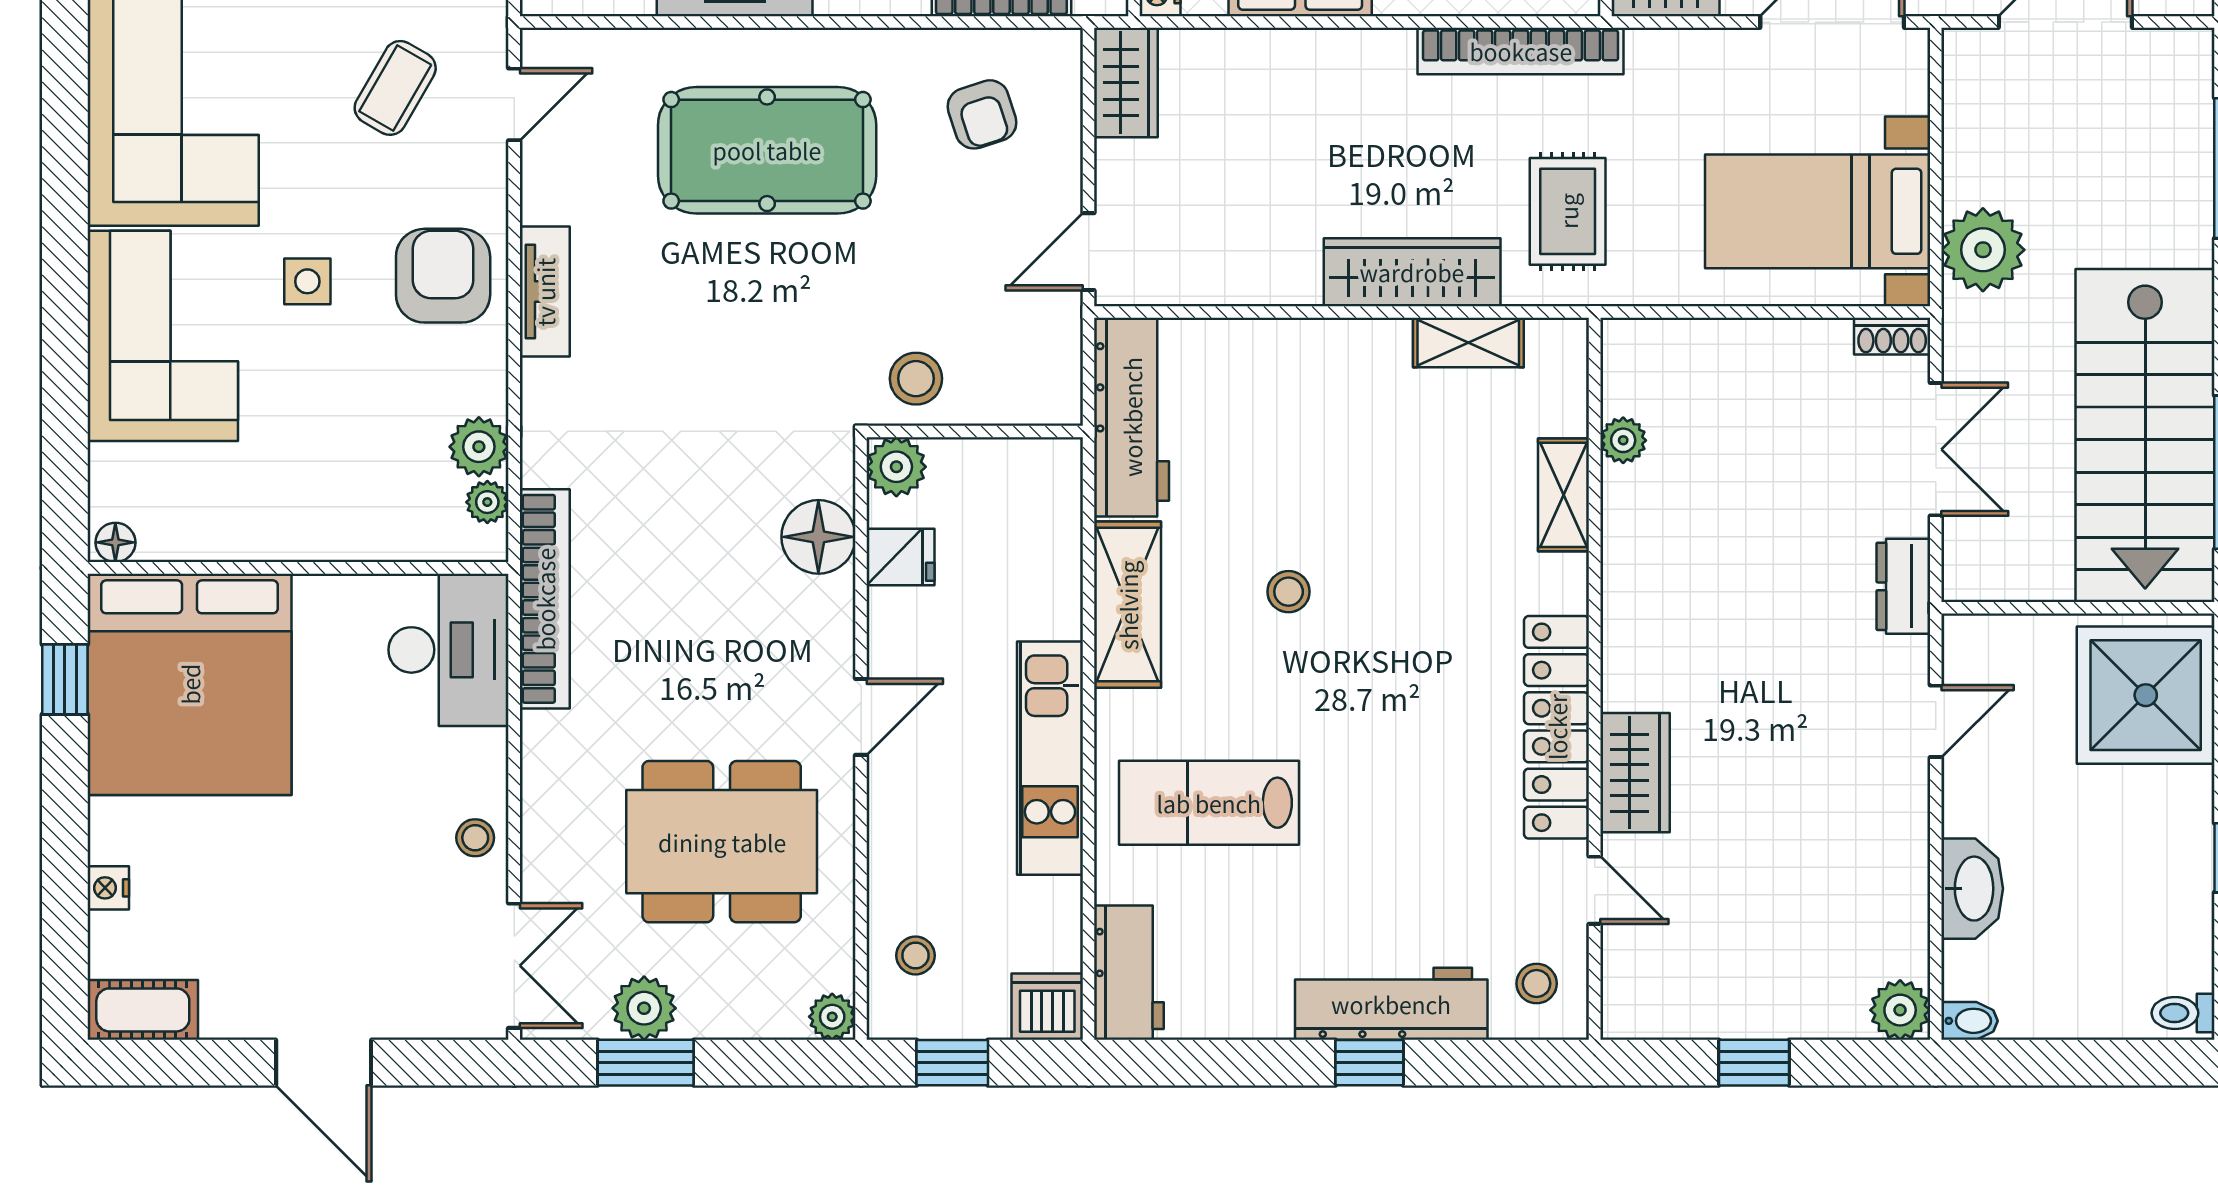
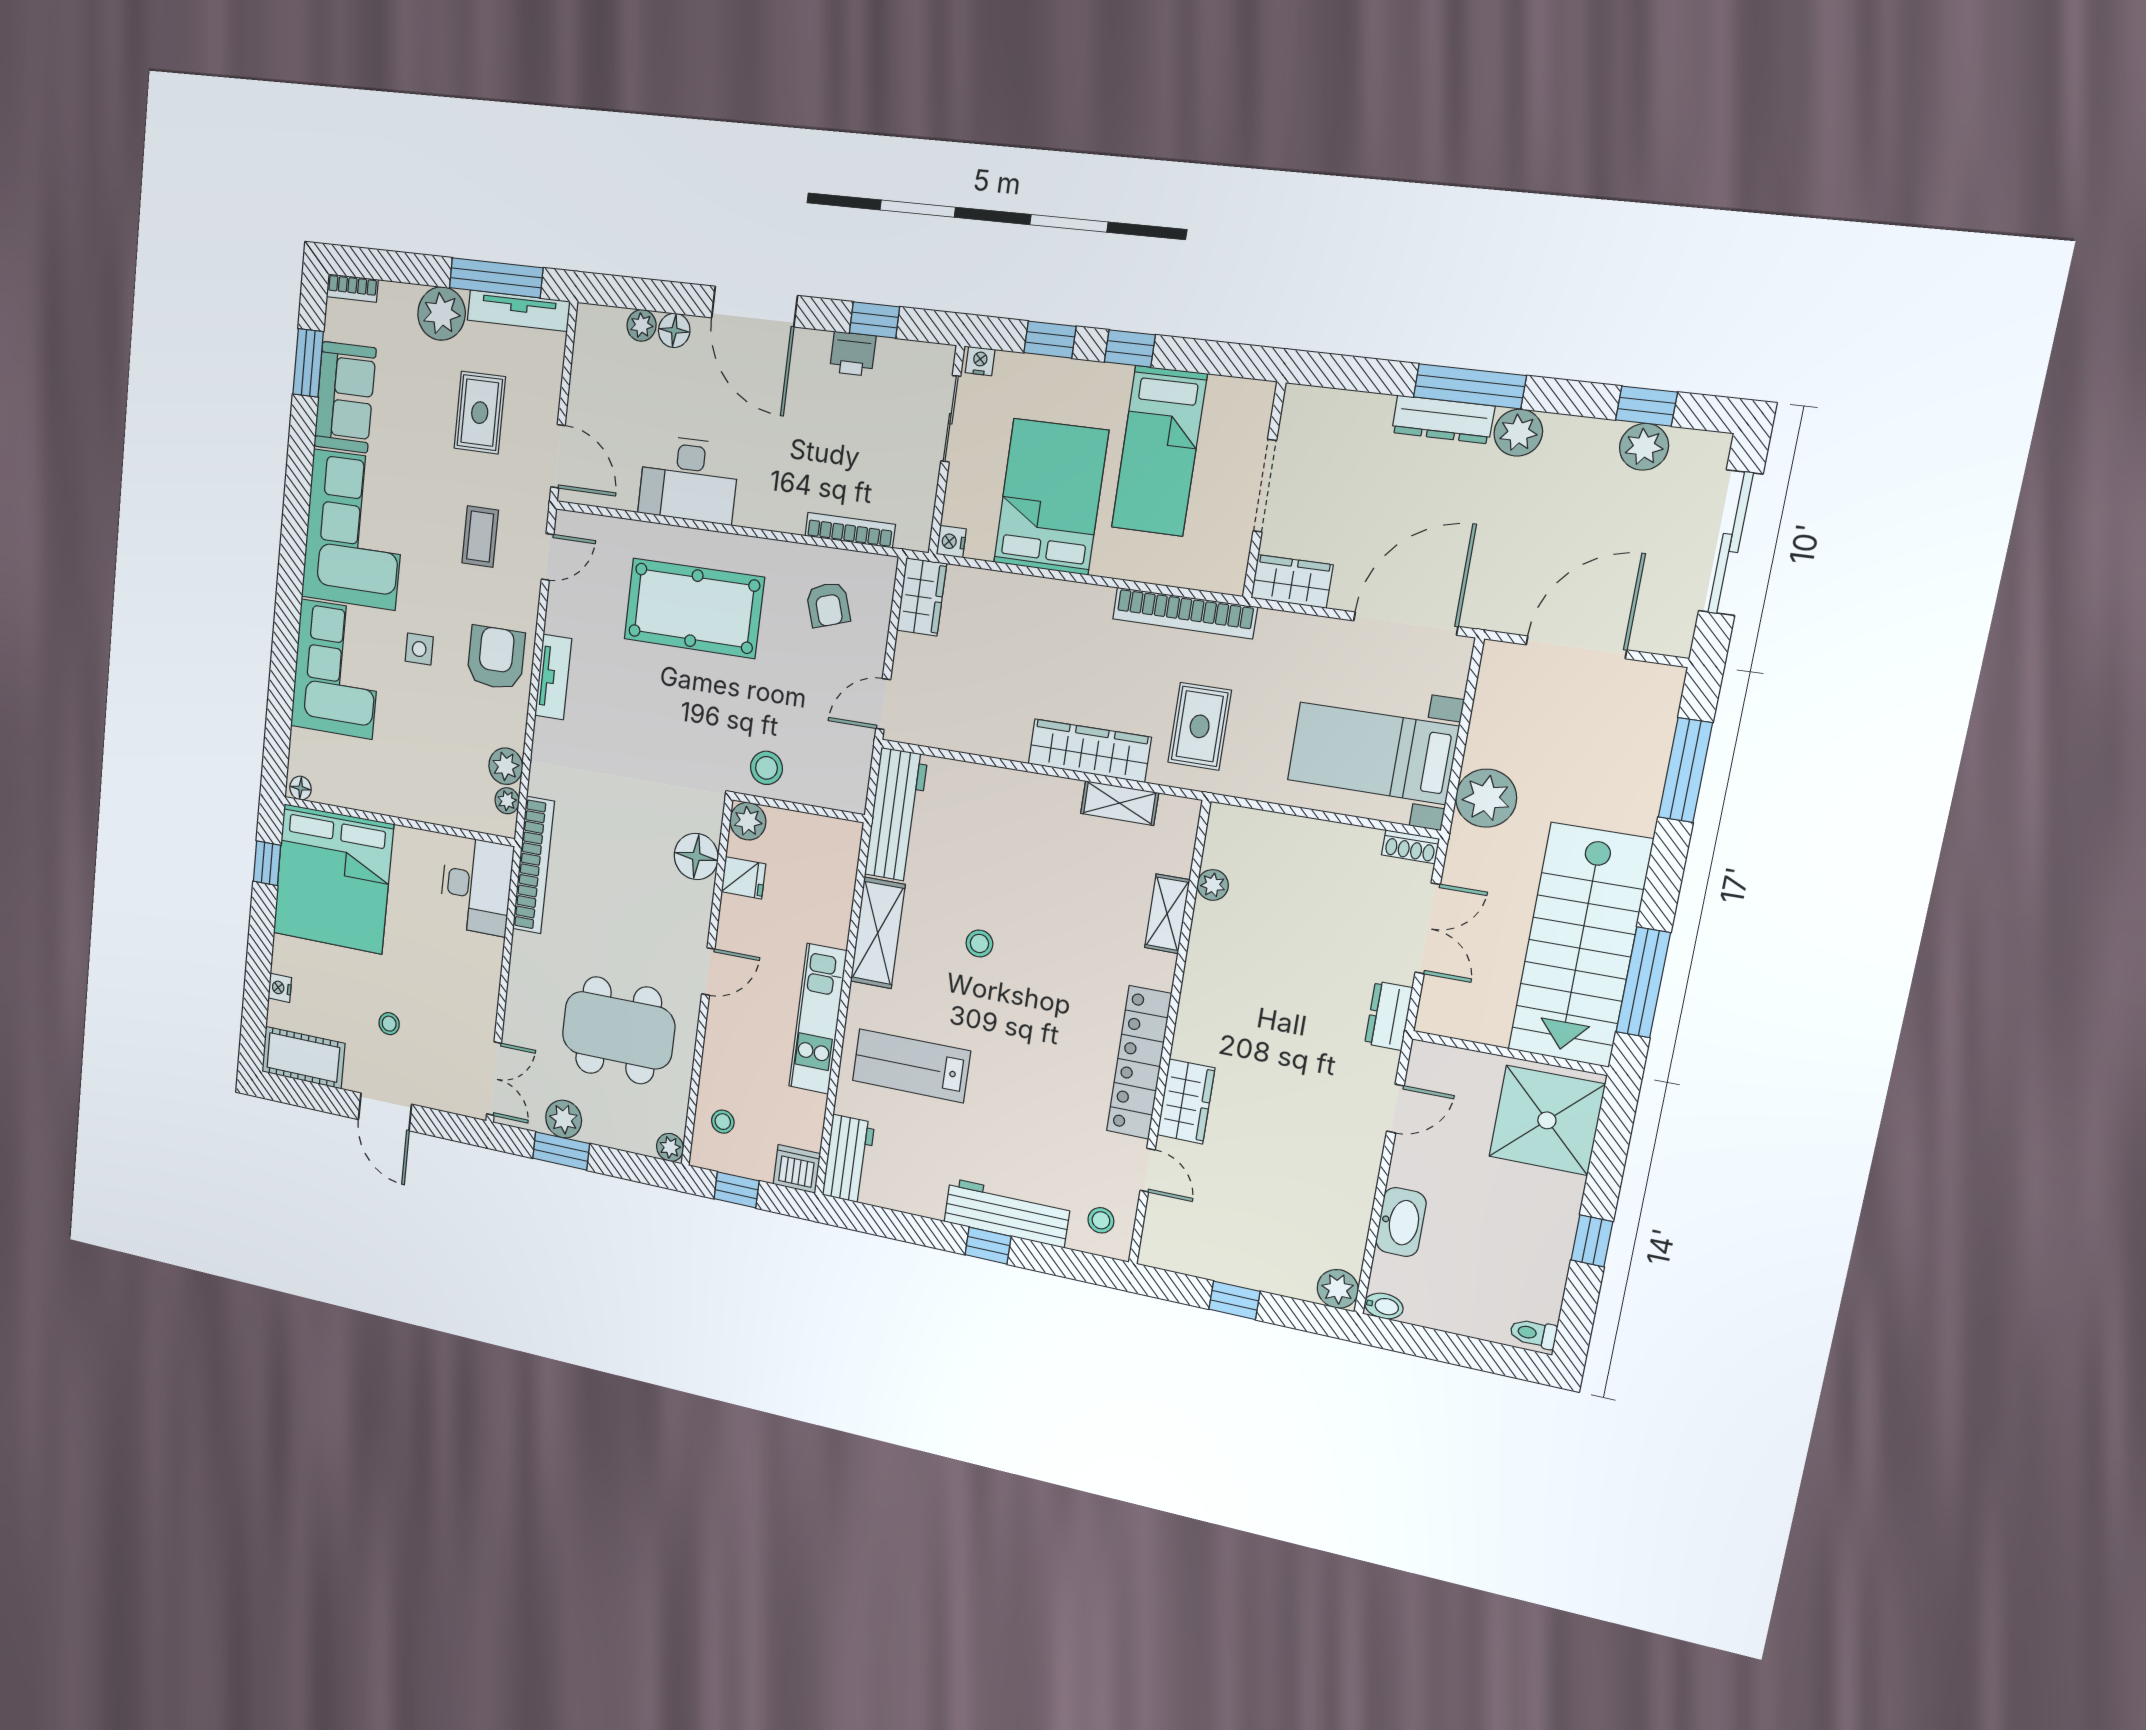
coffee table: (395, 88) -> (480, 537), turned -30
stool: (475, 838) -> (389, 1024), moved
cot: (143, 1010) -> (303, 1058), width x1.37, depth x1.34

